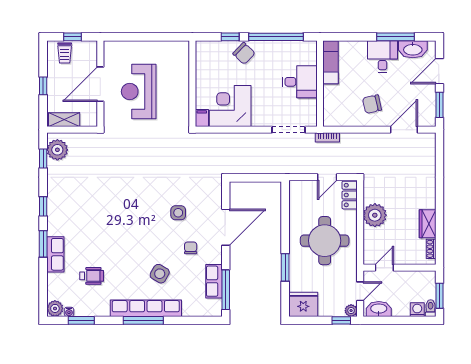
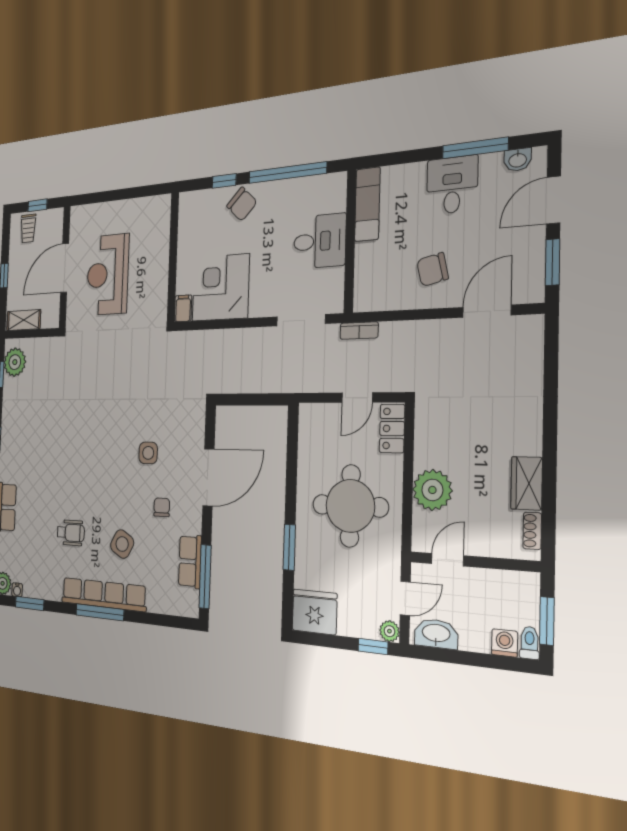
washbasin: (413, 49) -> (518, 160), width x0.52, depth x0.69
plant: (375, 215) -> (432, 490), moved
wheelchair: (92, 276) -> (71, 533), moved

